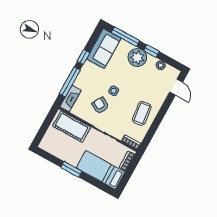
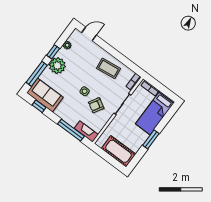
window: (83, 57) -> (39, 106), moved
cot: (72, 126) -> (118, 151), moved, turned 90

